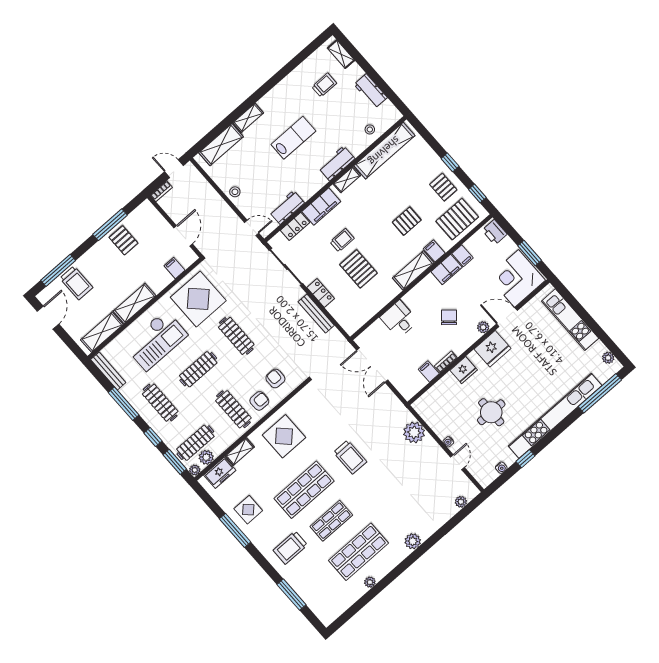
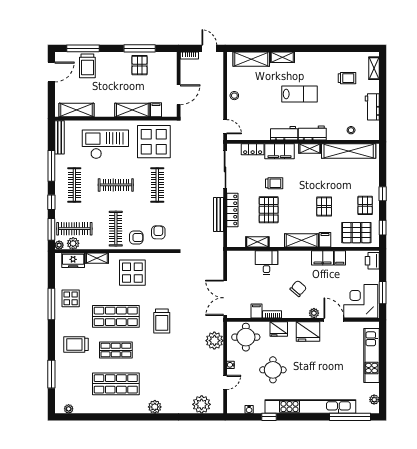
workbench: (287, 207) -> (284, 133), moved
pallet: (407, 221) -> (324, 207), turned 90
locker: (321, 293) -> (232, 210), width x1.53
shelving: (135, 303) -> (132, 110), moved
shelving: (374, 307) -> (257, 242), added
checkout: (156, 340) -> (105, 144), turned 180
double door: (372, 365) -> (225, 298), moved
round table: (440, 404) -> (246, 337), added
plant: (461, 502) -> (202, 404), width x1.88, depth x1.88
plant: (370, 582) -> (69, 409), moved

